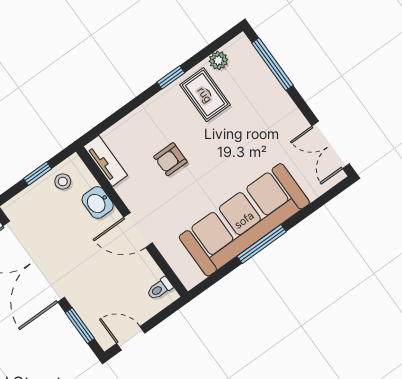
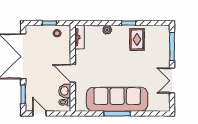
plant: (218, 60) -> (107, 30), moved
double door: (331, 145) -> (172, 81), moved
armchair: (170, 159) -> (105, 55), removed
washbasin: (98, 203) -> (65, 91), moved

